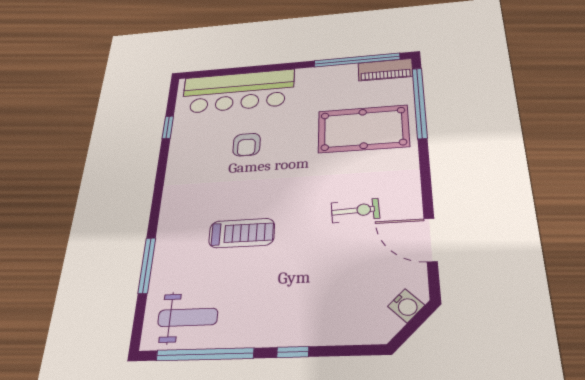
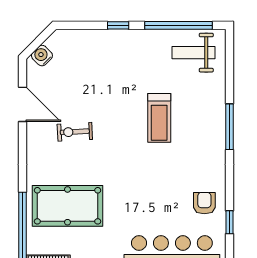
armchair: (247, 145) -> (204, 203), moved
treadmill: (242, 233) -> (159, 118), turned -90
window: (147, 265) -> (229, 127), moved

